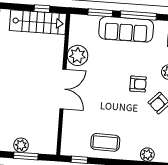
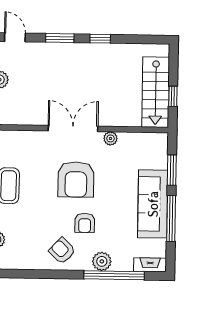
plant: (78, 55) -> (110, 138), width x0.53, depth x0.53
double door: (63, 89) -> (73, 129), swing flipped
armchair: (103, 89) -> (76, 179), added

